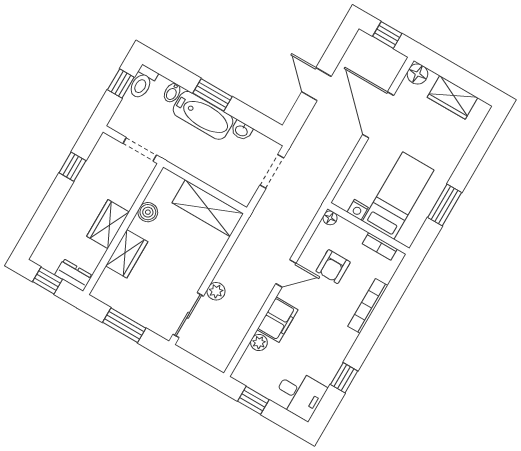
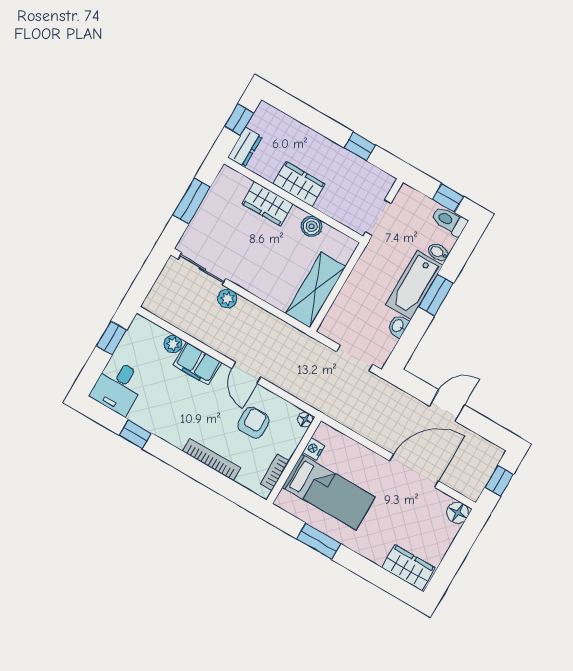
wardrobe: (452, 97) -> (408, 568), moved, turned 90
armchair: (333, 267) -> (253, 423), turned 90

